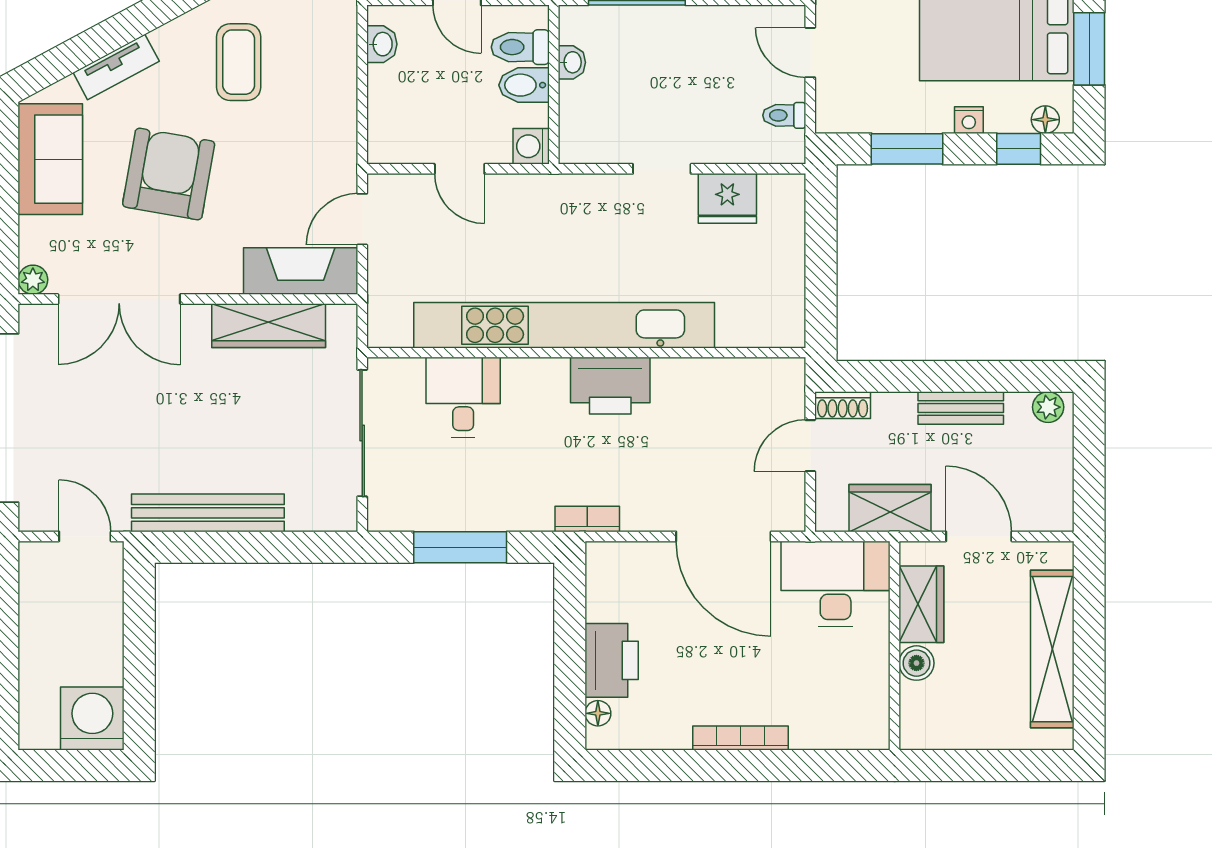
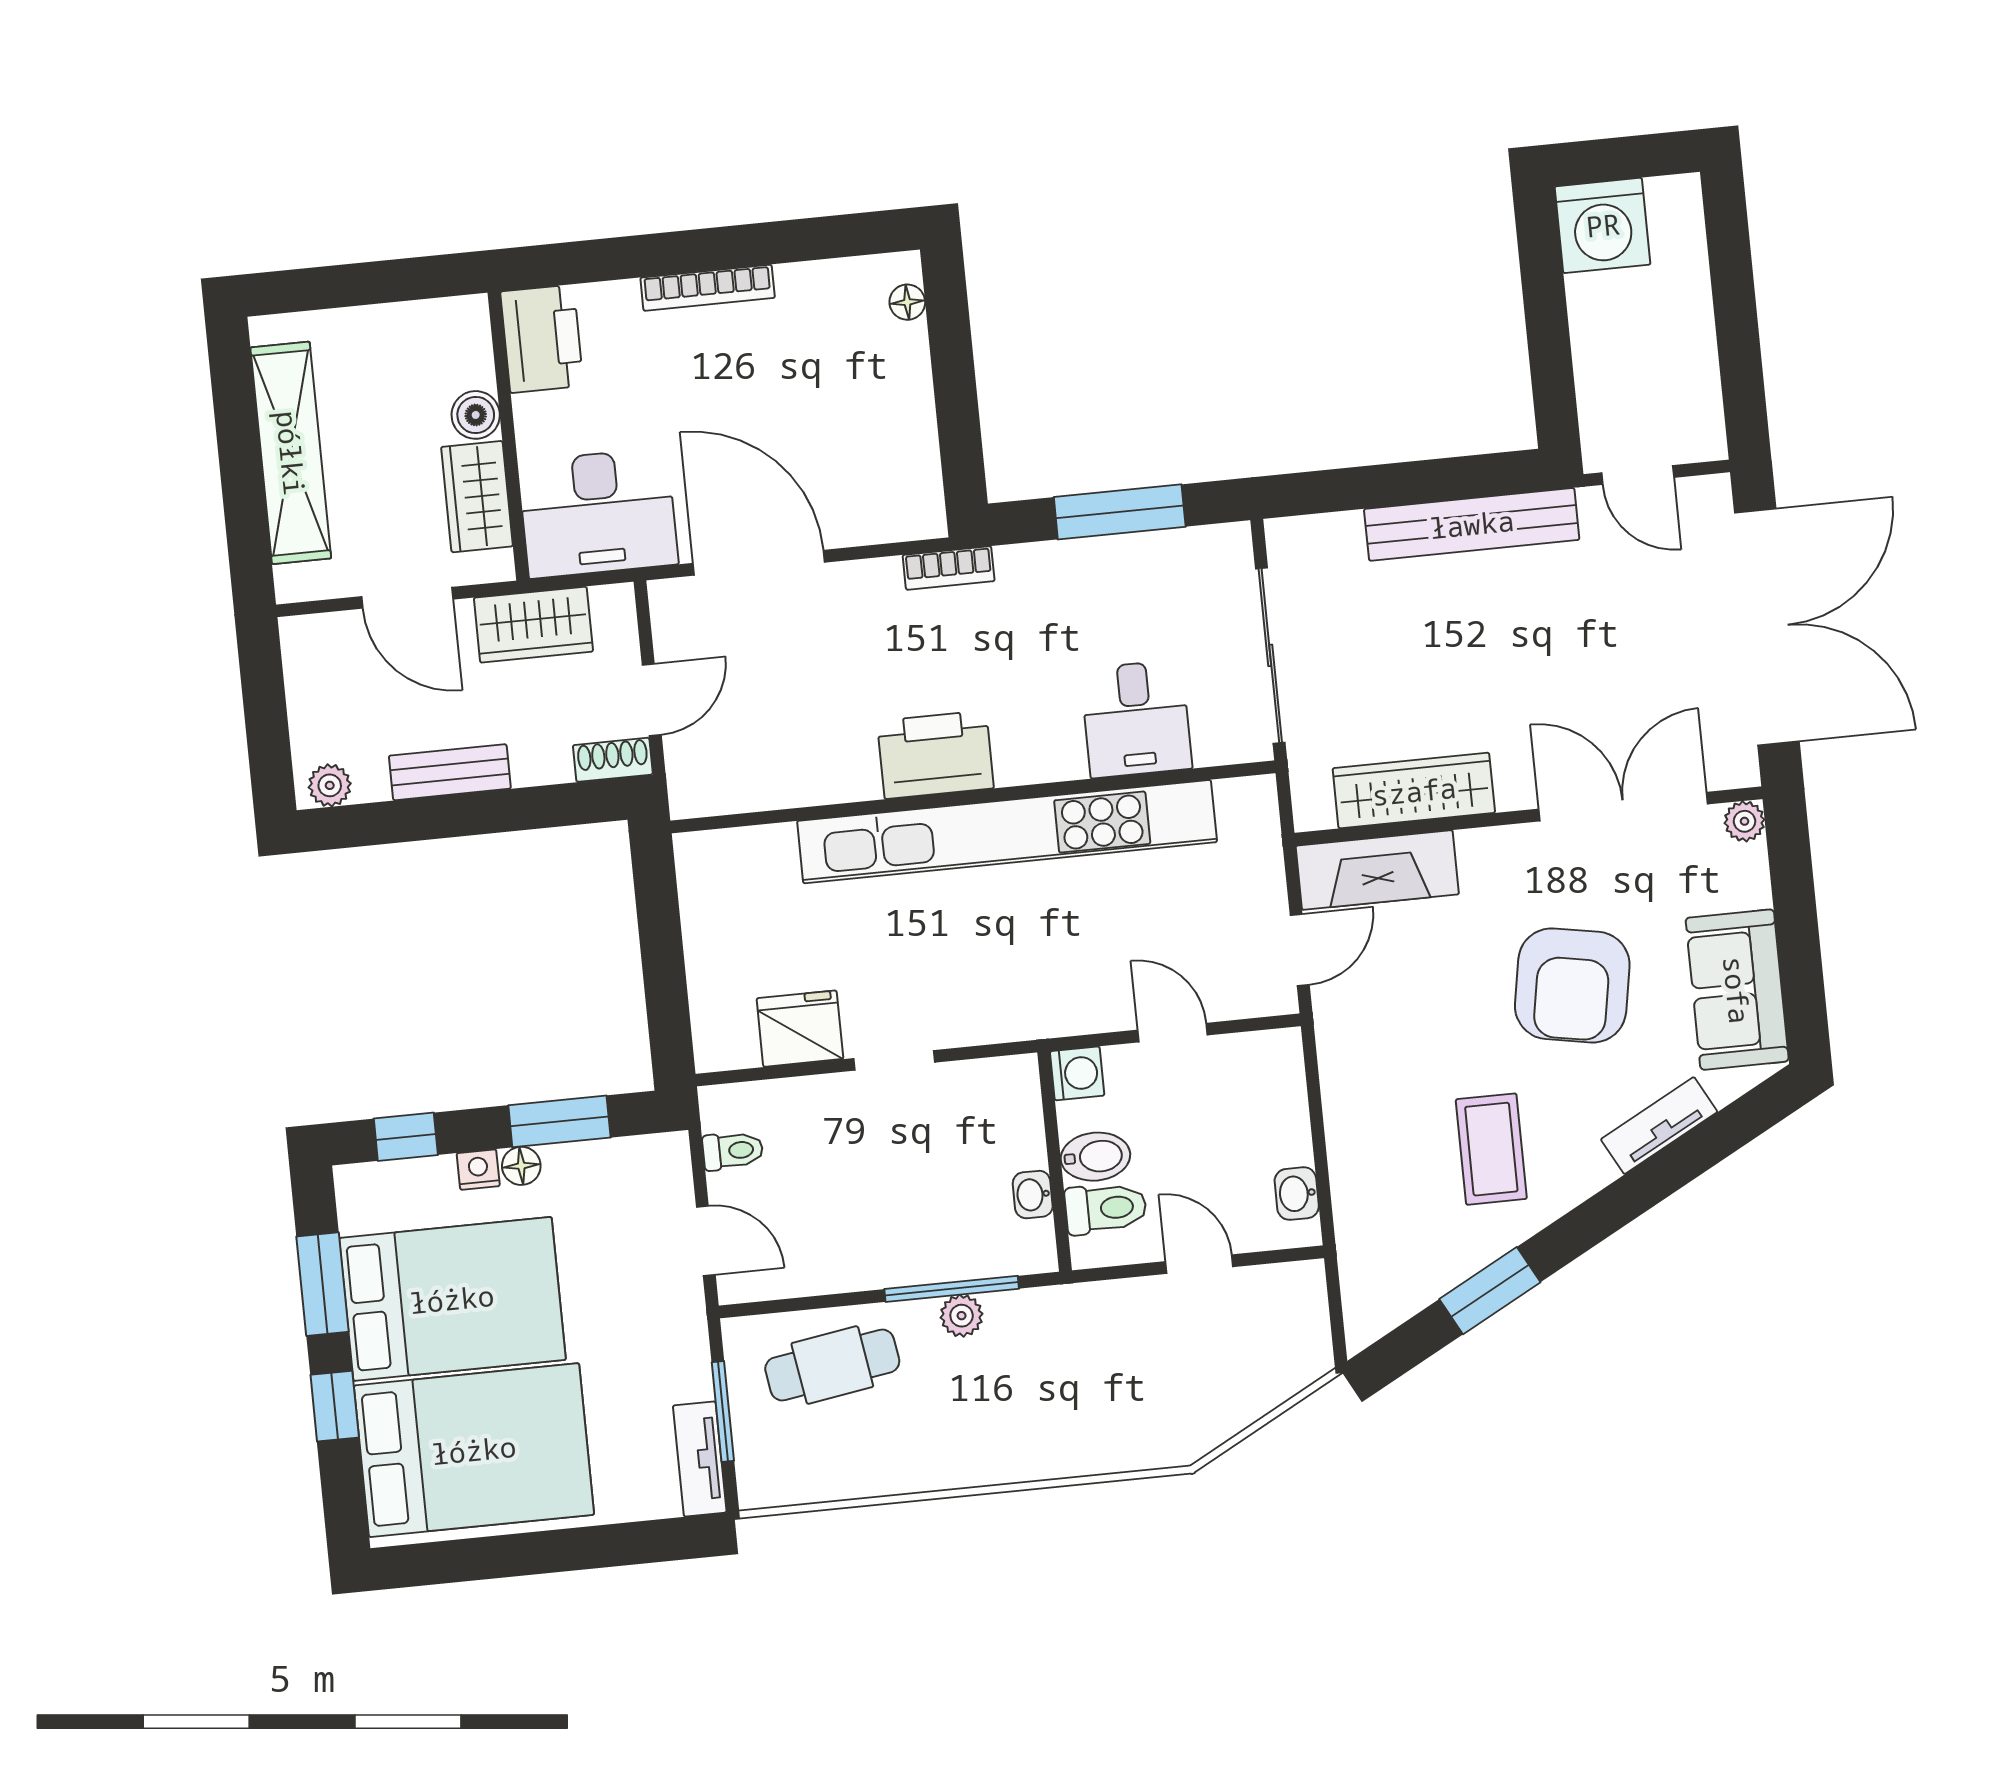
floor lamp: (1045, 120) -> (521, 1166), moved
printer: (612, 660) -> (542, 339), moved, turned 180

